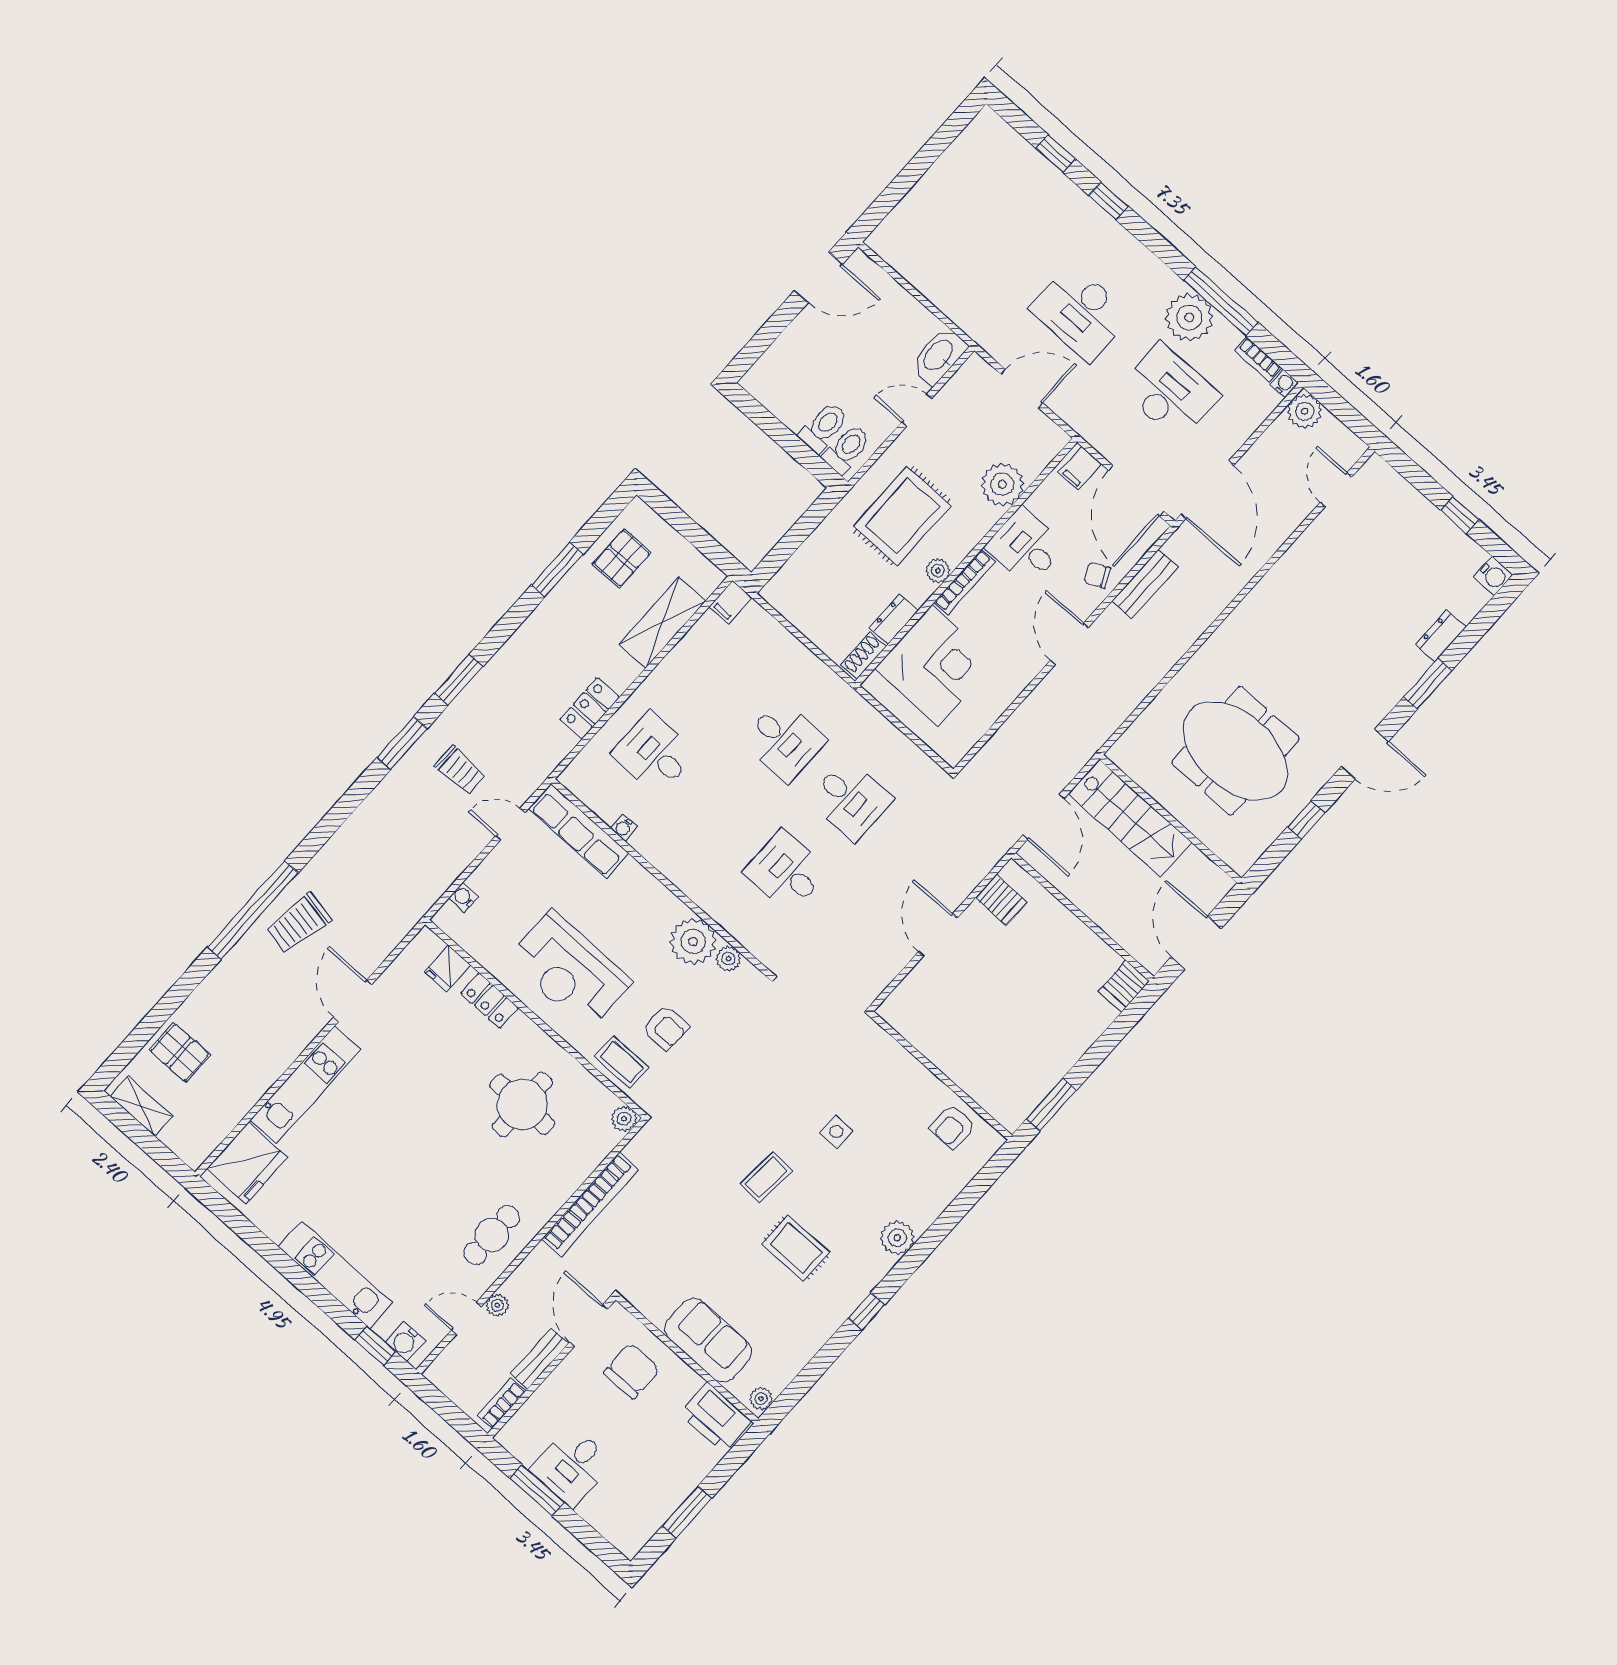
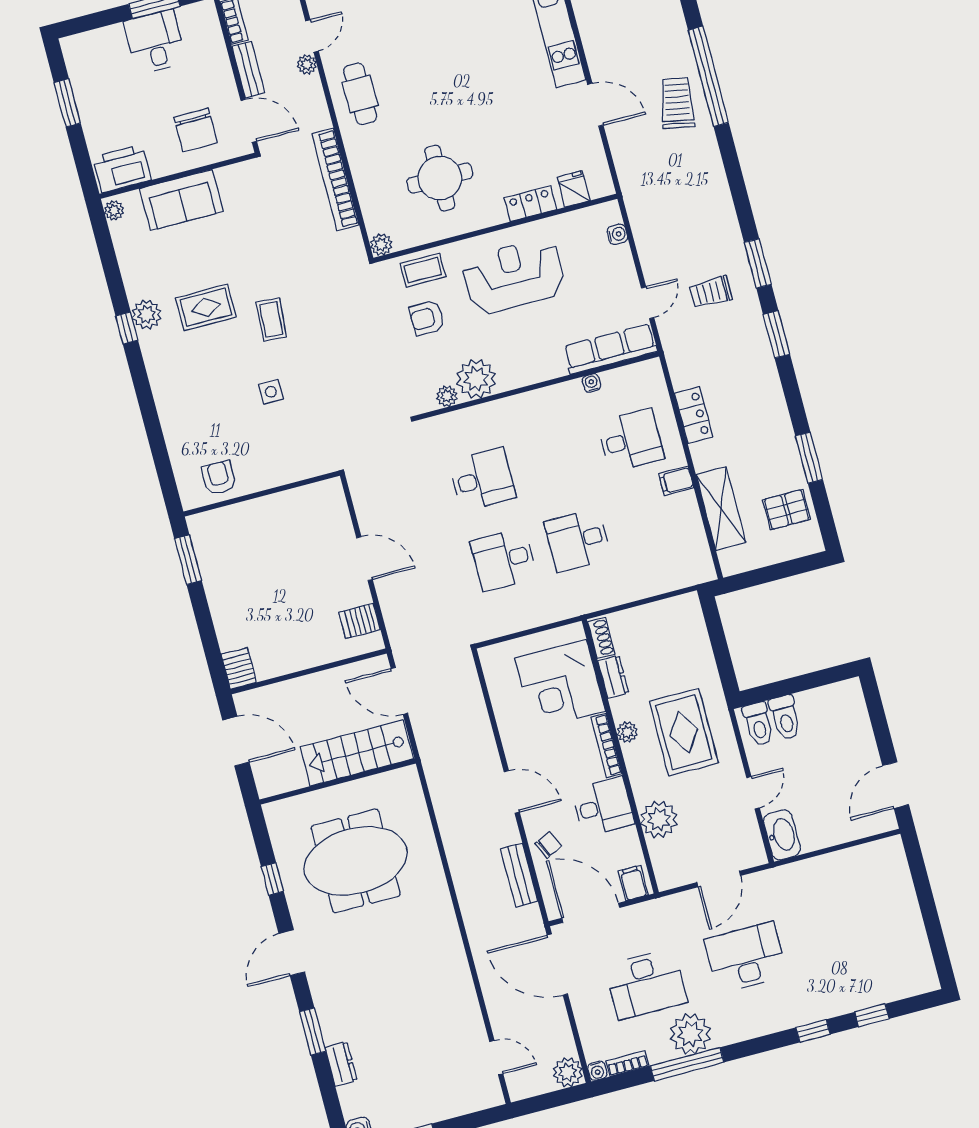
pallet: (622, 558) -> (786, 510), turned 90
filing cabinet: (731, 602) -> (676, 481), moved, turned -90
plant: (897, 1238) -> (147, 315), moved

